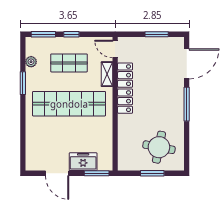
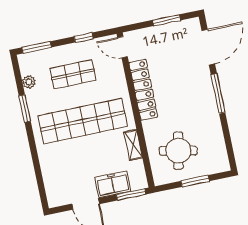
window: (71, 34) -> (84, 38), moved
shelving: (107, 74) -> (133, 145), moved
round table: (159, 147) -> (178, 151), moved

